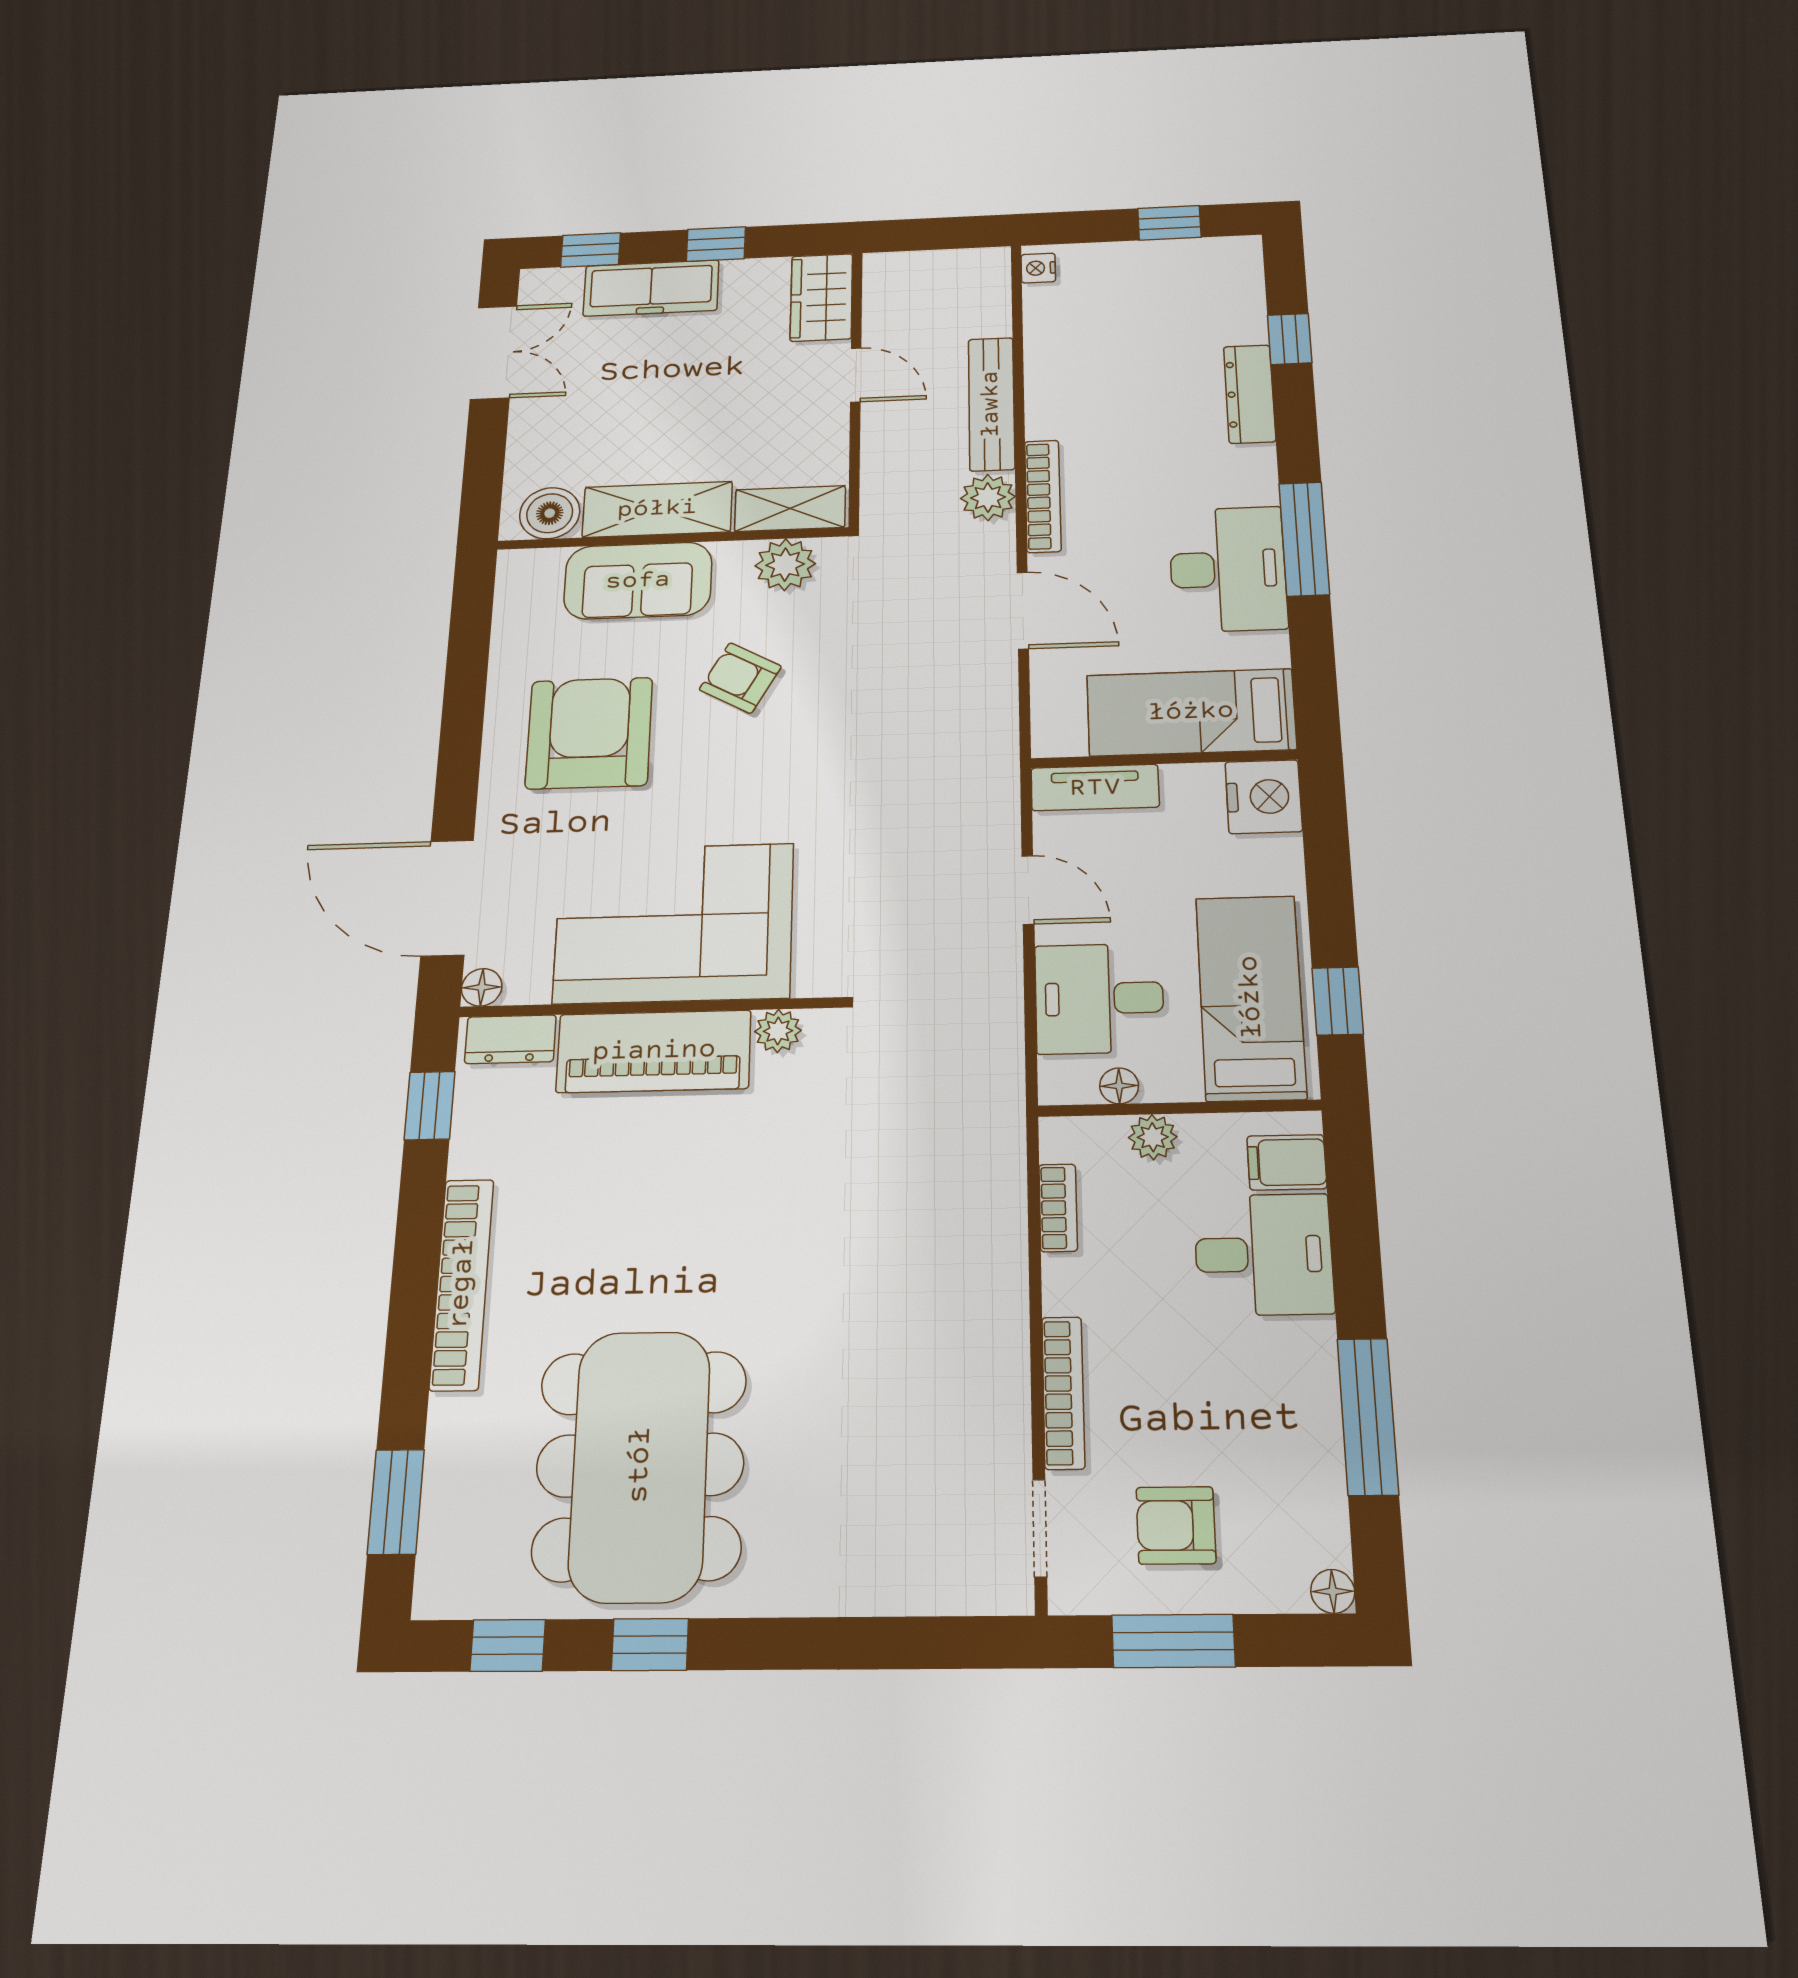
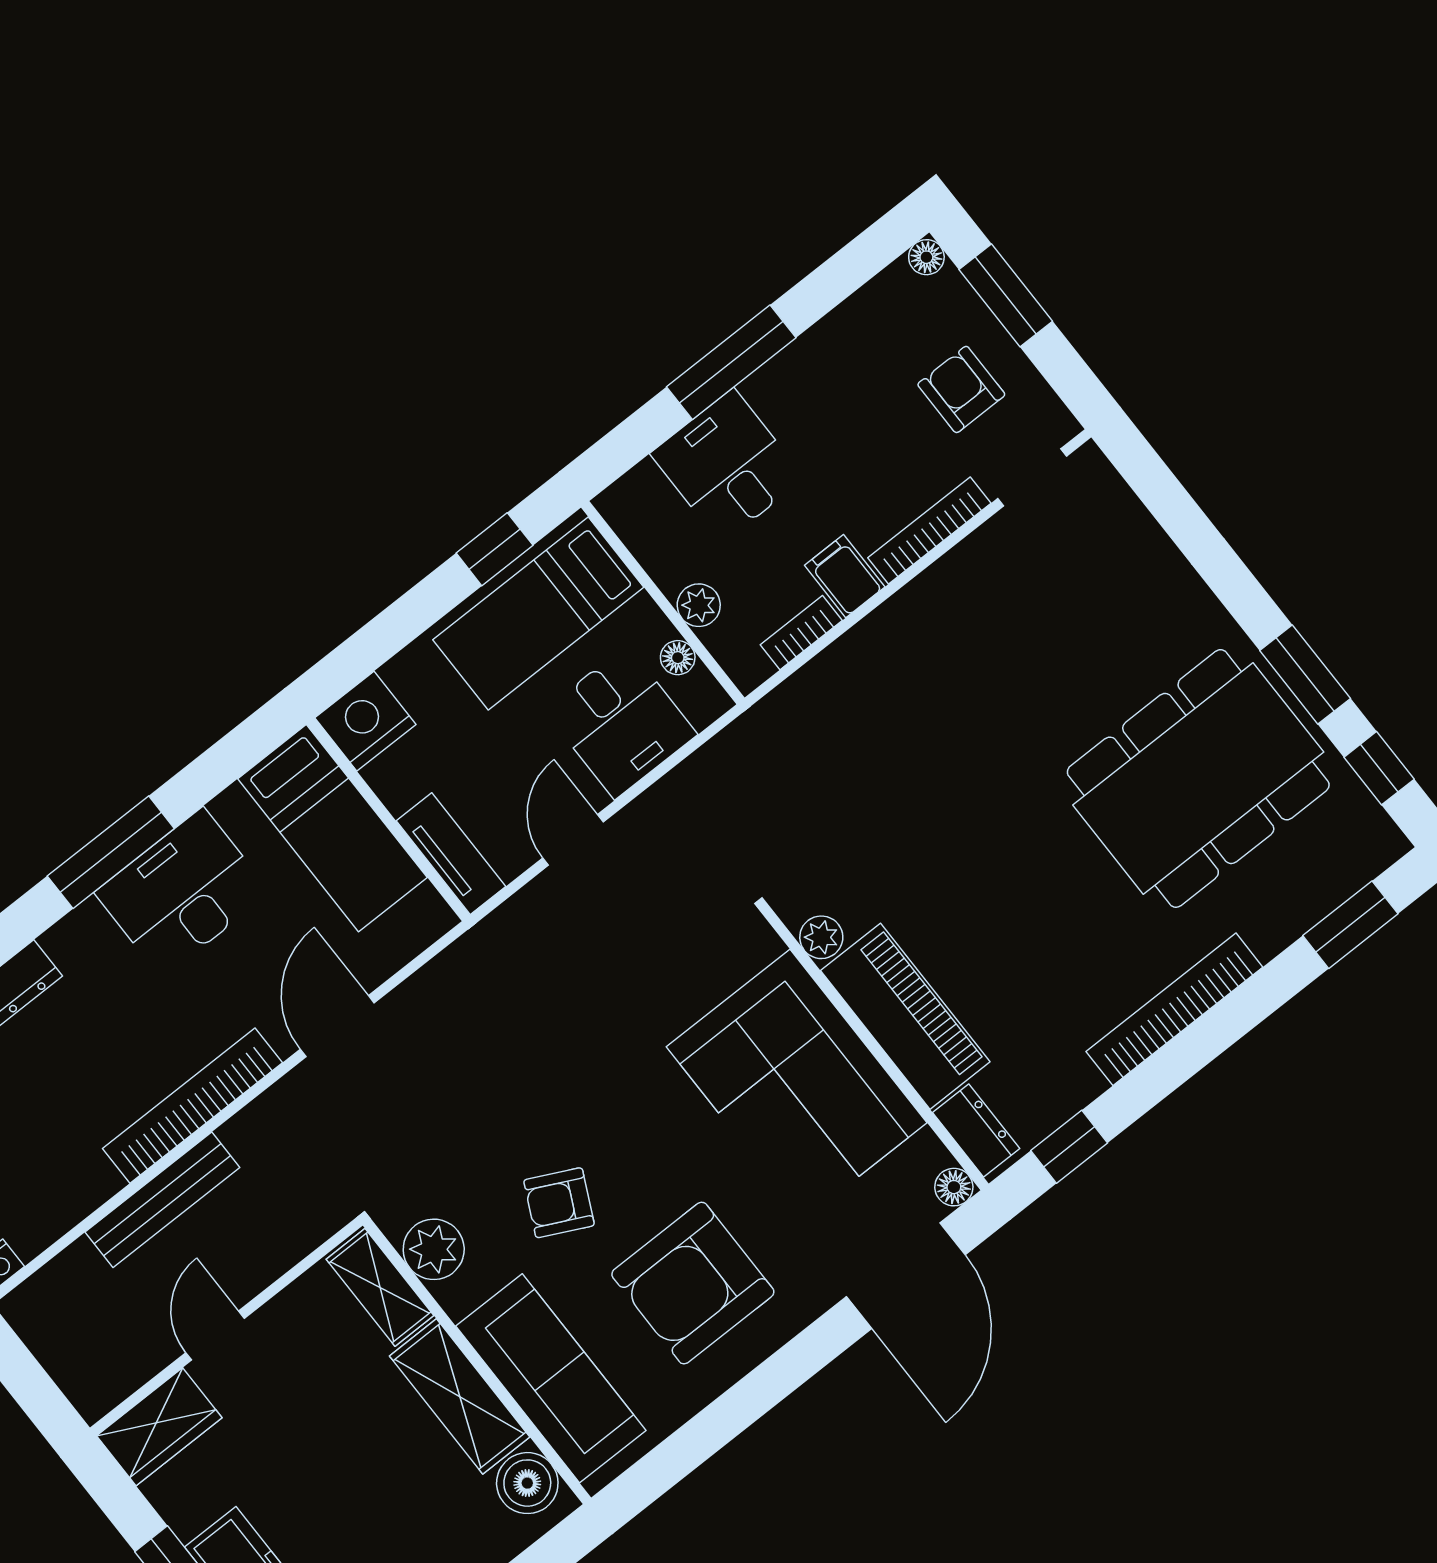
bookcase: (1043, 496) -> (192, 1106), width x1.48, depth x1.31
plant: (988, 498) -> (254, 1134), removed
sofa: (638, 581) -> (551, 1378), width x1.36
armchair: (740, 678) -> (559, 1203), turned 87
filing cabinet: (1287, 1162) -> (845, 576), moved, turned 180
window: (1368, 1416) -> (731, 362), moved
armchair: (1176, 1525) -> (961, 389), turned 180
window: (1173, 1641) -> (1006, 295), moved
window: (650, 1644) -> (1305, 675), width x1.50

